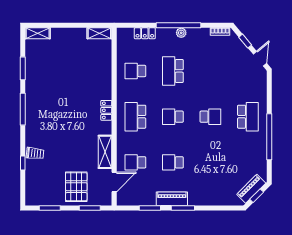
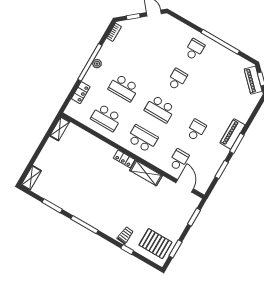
school desk: (135, 71) -> (106, 118), width x1.85
school desk: (135, 117) -> (143, 139), turned 180
school desk: (173, 117) -> (160, 109), width x1.85
school desk: (248, 117) -> (194, 49), width x0.54
shelving: (105, 152) -> (146, 173), moved
school desk: (135, 162) -> (179, 160), turned 180
school desk: (173, 162) -> (196, 130), turned 180
pallet: (76, 187) -> (155, 244), moved
piano: (172, 199) -> (232, 134), moved

